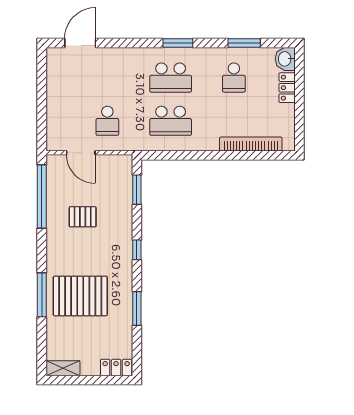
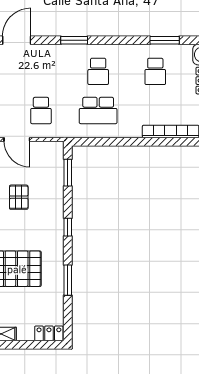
window: (178, 43) -> (74, 40), moved
school desk: (171, 78) -> (98, 71), width x0.54
pallet: (83, 217) -> (19, 197), turned 90

